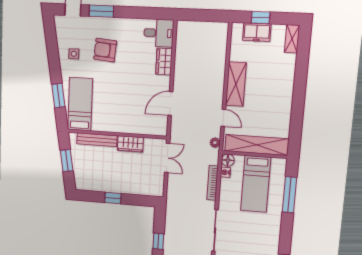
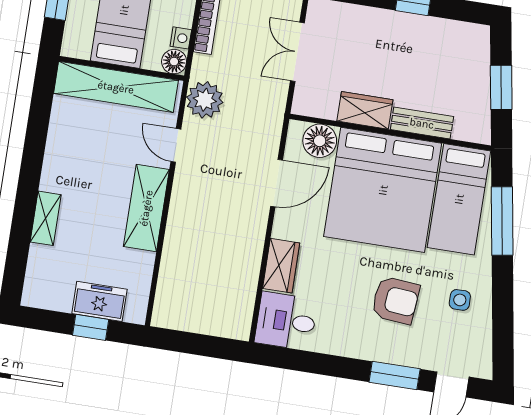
shelving: (292, 39) -> (46, 218), moved
window: (58, 96) -> (502, 221), width x1.44
bed: (118, 105) -> (383, 190), added
floor lamp: (151, 127) -> (320, 141), added
bench: (97, 140) -> (422, 123), width x0.73
plant: (215, 143) -> (205, 100), width x1.87, depth x1.87
double door: (167, 158) -> (297, 52), moved

